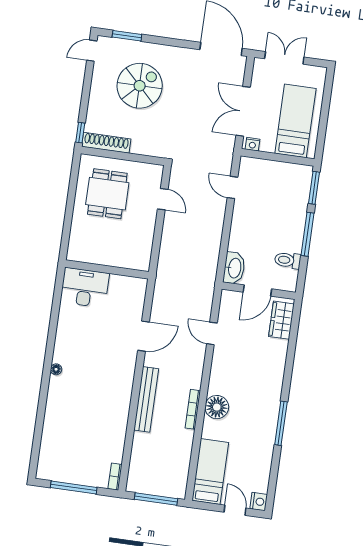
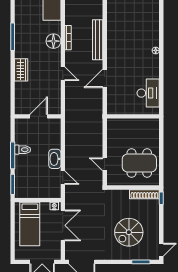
dining table: (107, 194) -> (139, 163), width x1.38
toilet: (288, 260) -> (23, 150), moved
washbasin: (234, 268) -> (55, 159), moved
desk: (85, 288) -> (148, 93), moved, turned -90
wardrobe: (281, 320) -> (21, 70), moved
door: (212, 333) -> (63, 74), moved

